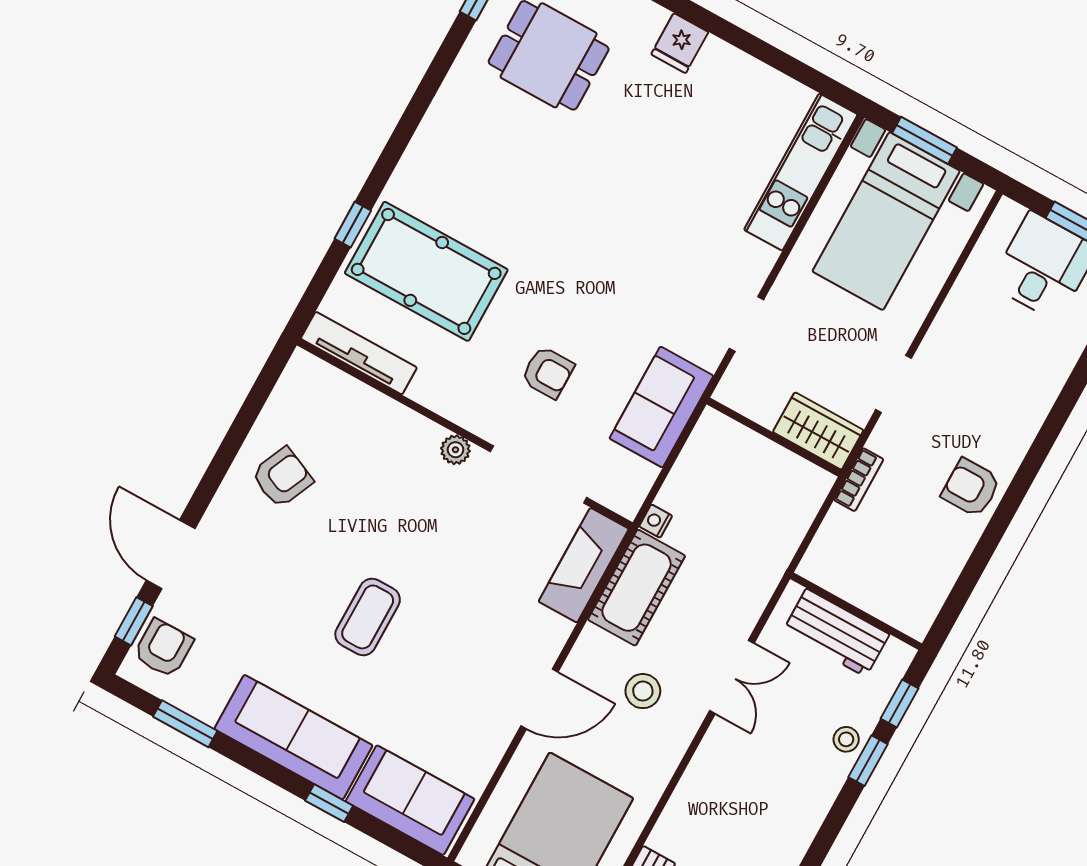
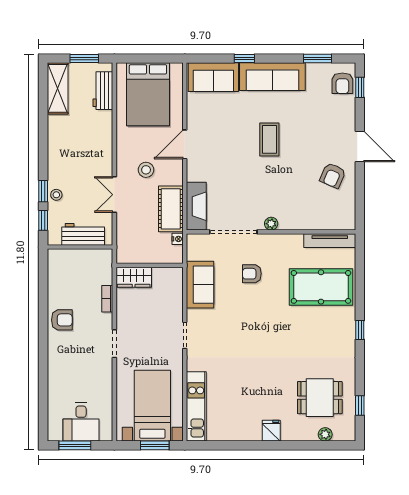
window: (353, 225) -> (360, 330), moved
wardrobe: (818, 431) -> (134, 277), moved
wall: (774, 437) -> (150, 265), moved
door: (171, 554) -> (360, 146), moved

